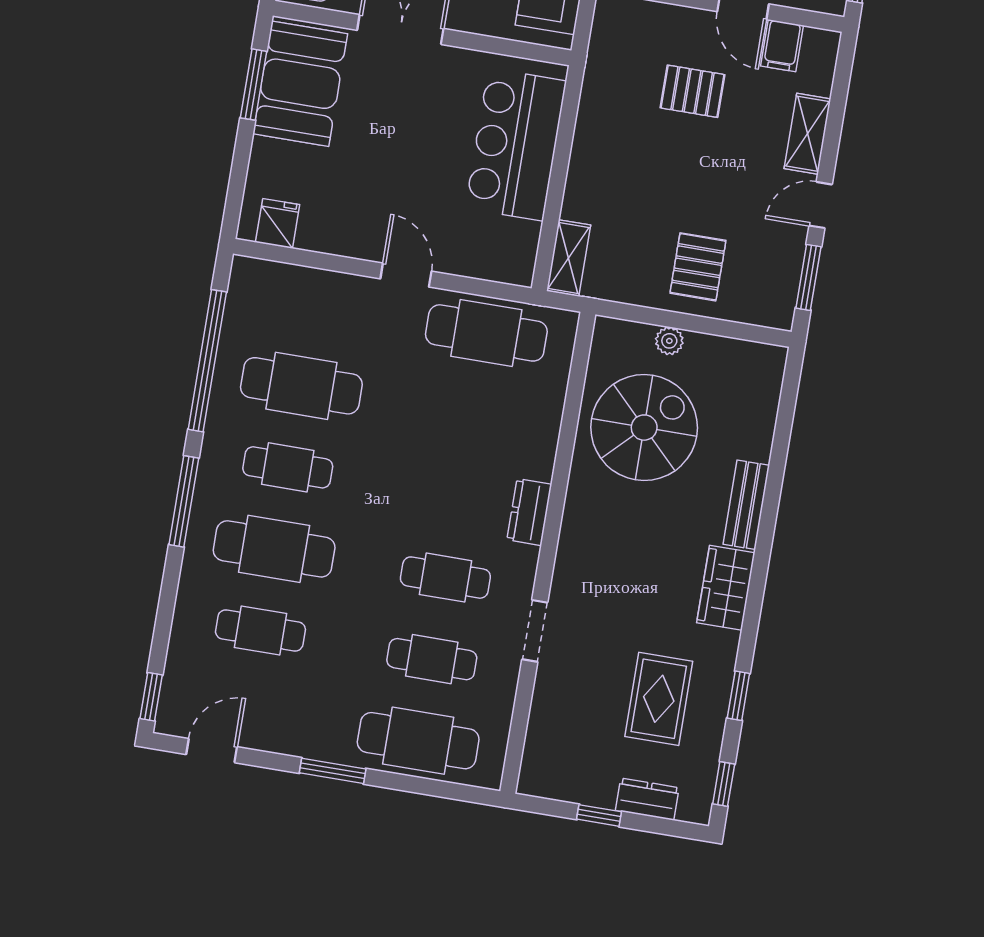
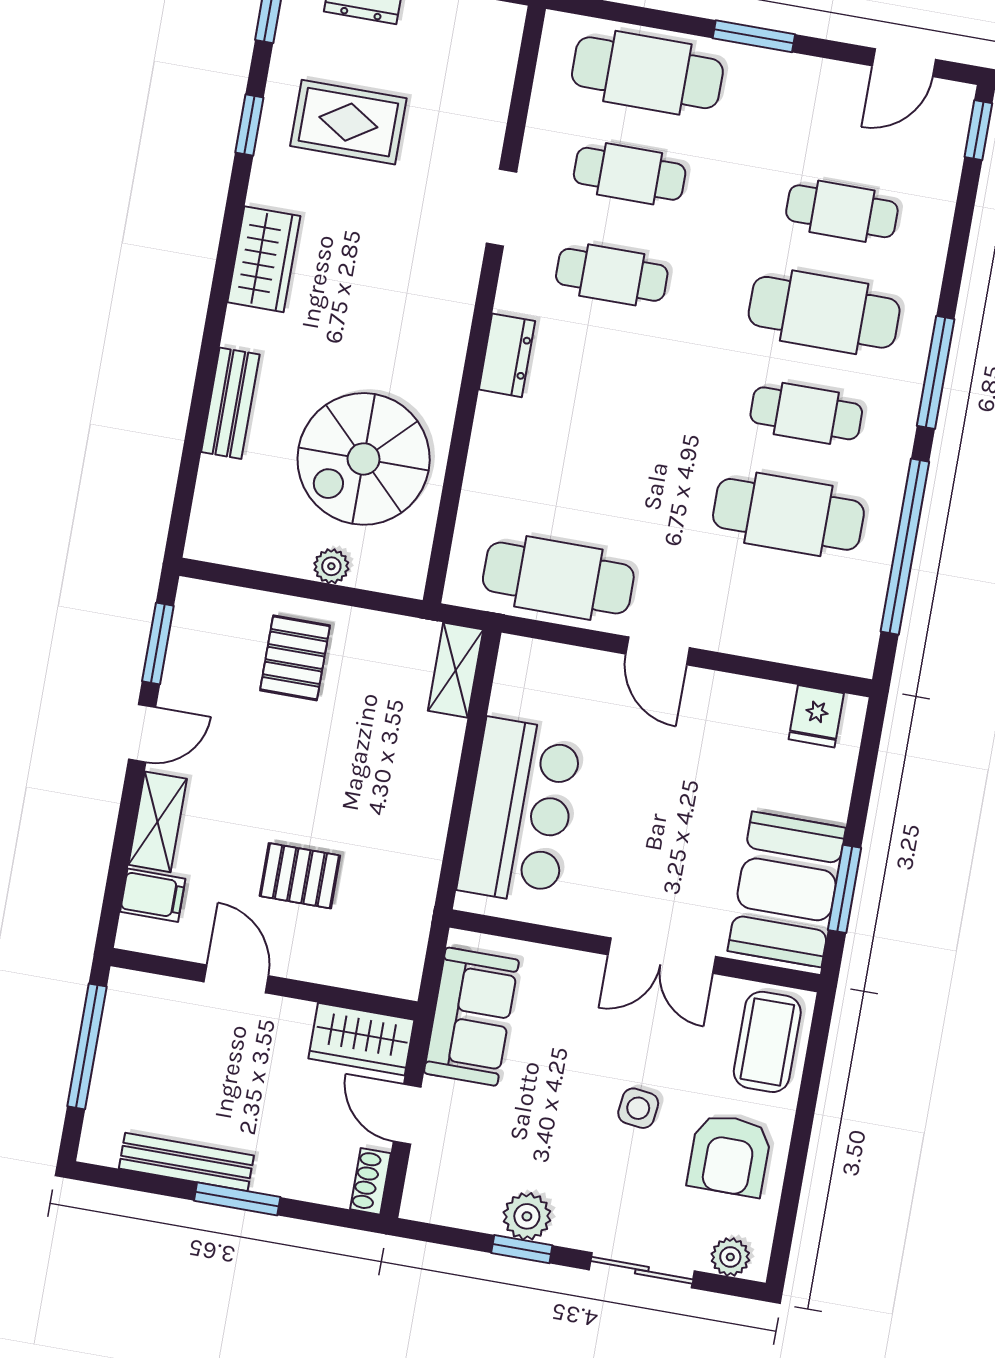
filing cabinet: (782, 46) -> (153, 895), moved, turned 90
bench: (746, 505) -> (230, 403), moved
rug: (659, 699) -> (348, 122), turned 90

